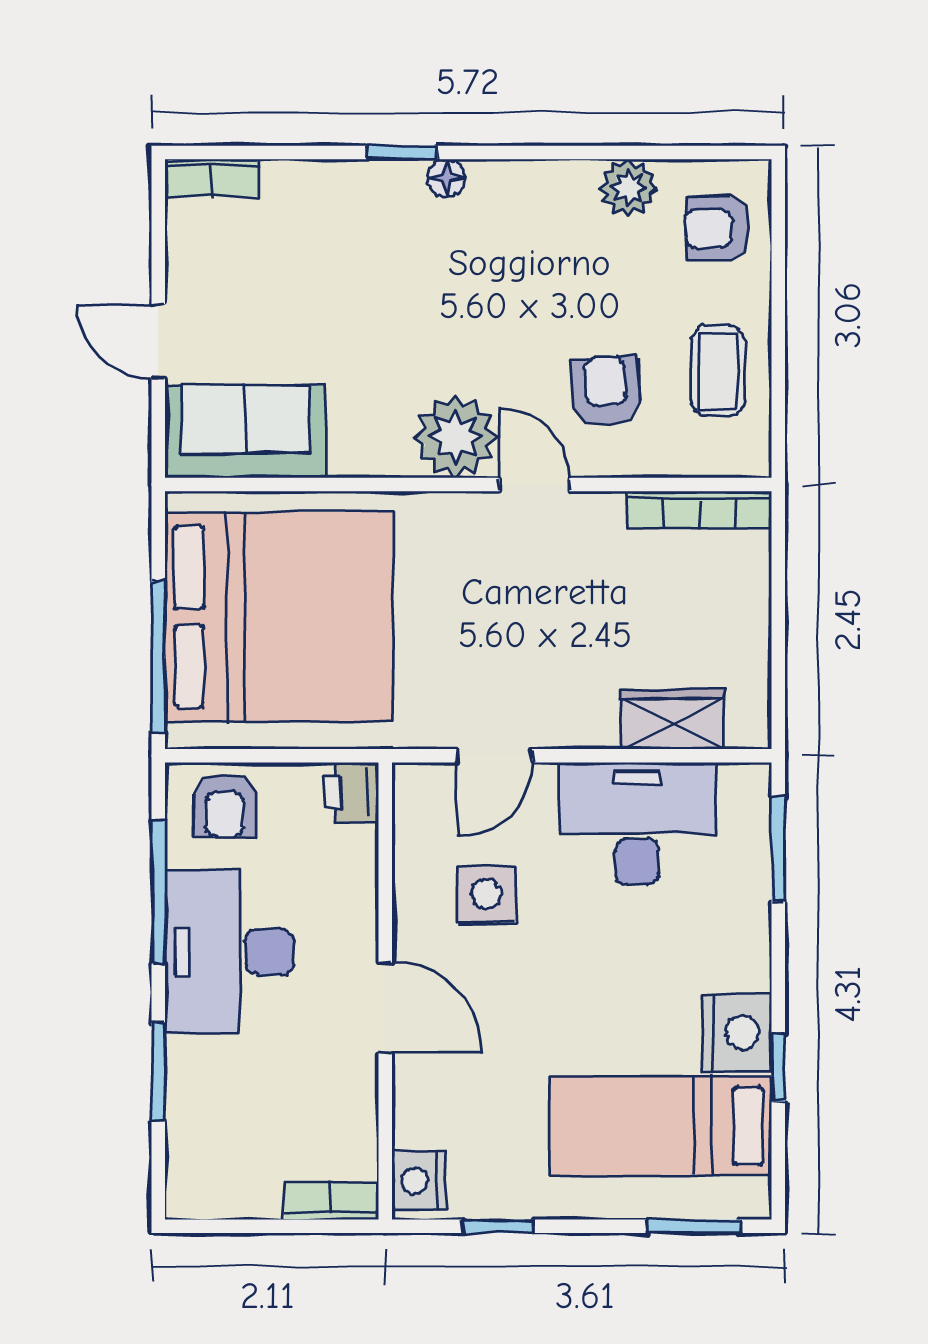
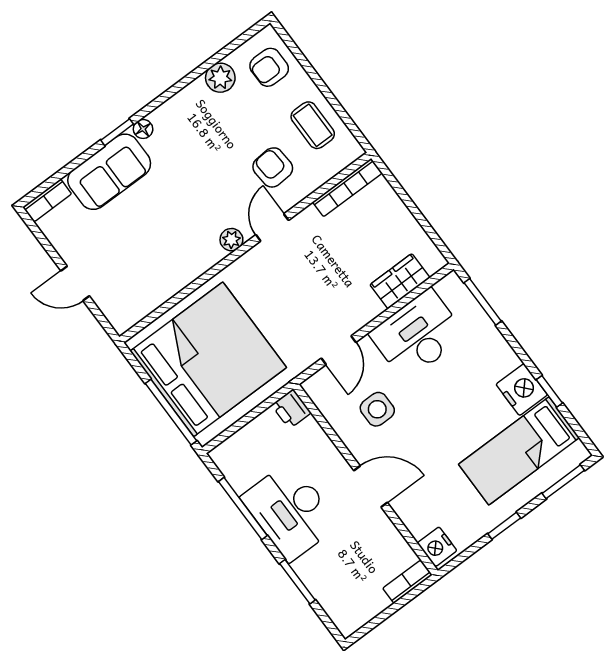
sofa: (245, 432) -> (109, 172), moved, turned 180
plant: (456, 436) -> (231, 240), width x0.53, depth x0.53
door: (534, 485) -> (272, 227), hinge flipped
armchair: (225, 806) -> (243, 453), removed
window: (498, 1226) -> (504, 526), moved

